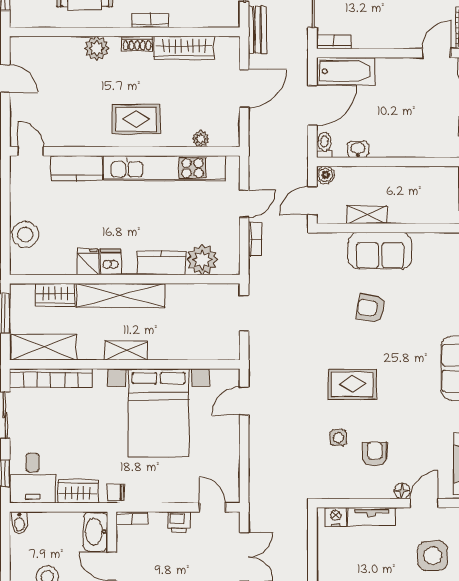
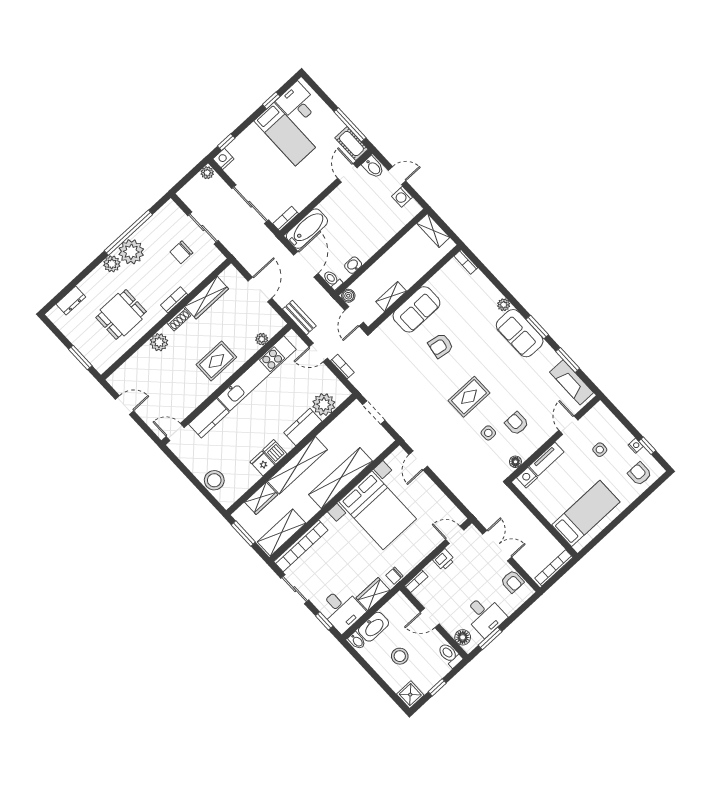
bench: (257, 30) -> (299, 318), moved
door: (244, 204) -> (318, 353), swing flipped
shelving: (126, 351) -> (341, 478), width x2.20, depth x1.33
floor lamp: (402, 491) -> (515, 462), moved
washbasin: (95, 532) -> (373, 627), moved, turned -90
side table: (433, 556) -> (600, 450), width x0.54, depth x0.54

